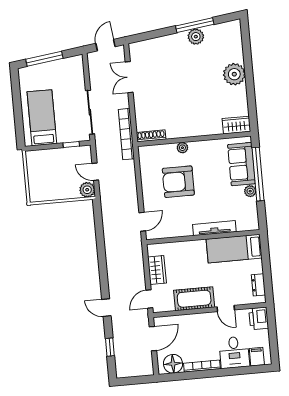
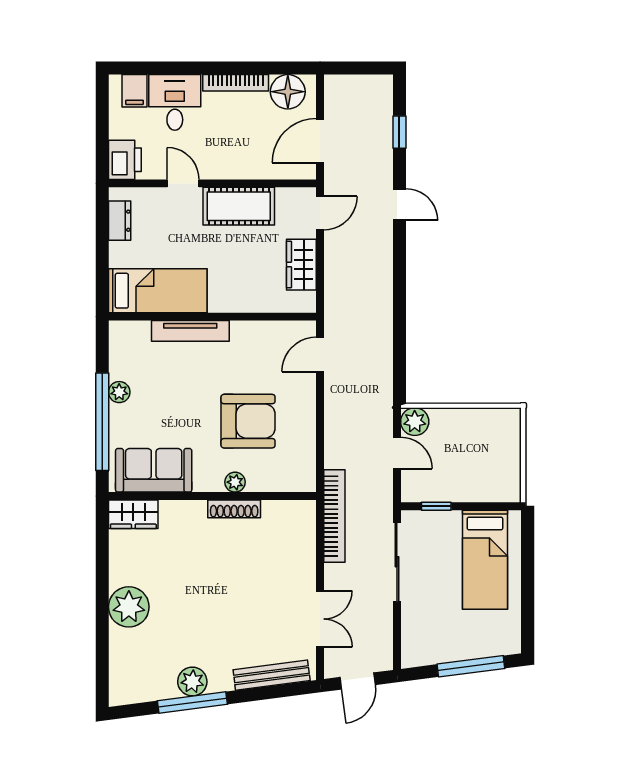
bench: (153, 44) -> (272, 675), added
shoe rack: (151, 136) -> (234, 509), moved
sofa: (242, 164) -> (154, 470), moved, turned -90

